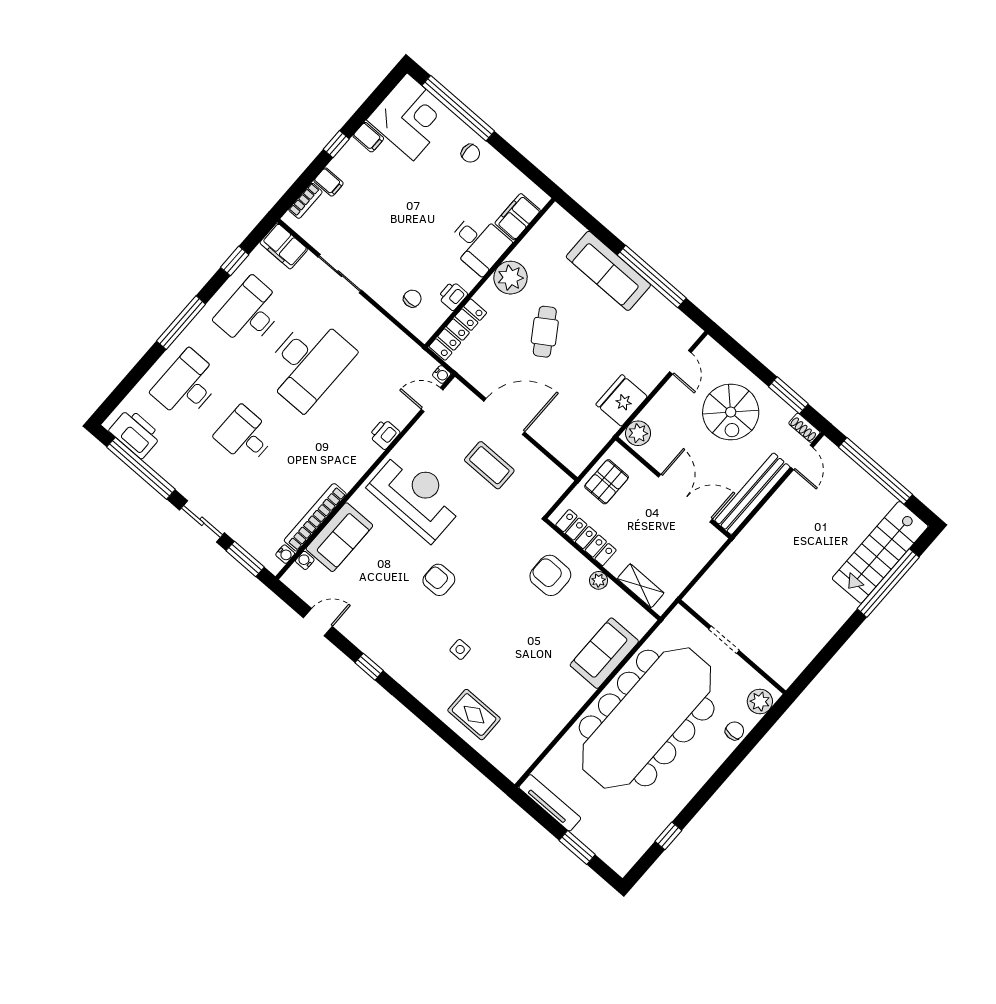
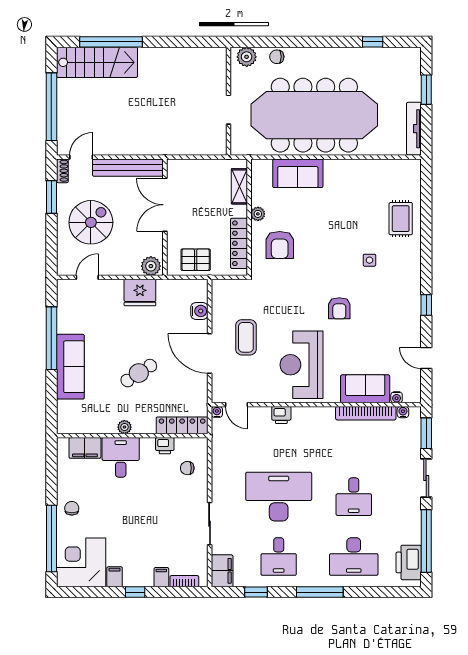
plant: (510, 278) -> (124, 427), width x0.53, depth x0.53
desk: (250, 313) -> (279, 557), width x0.73
water cooler: (554, 442) -> (199, 311), added

